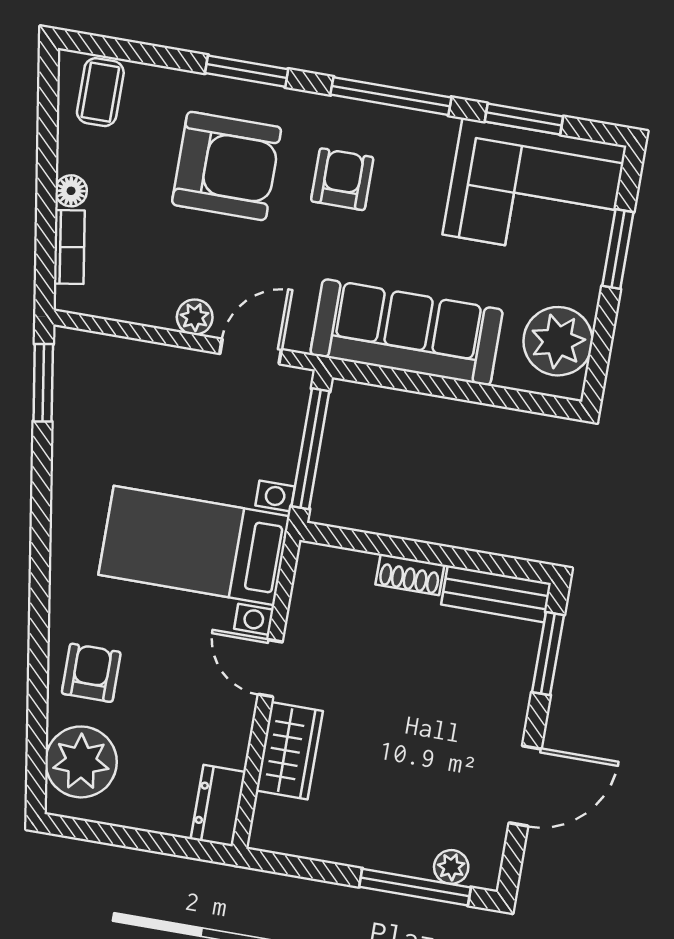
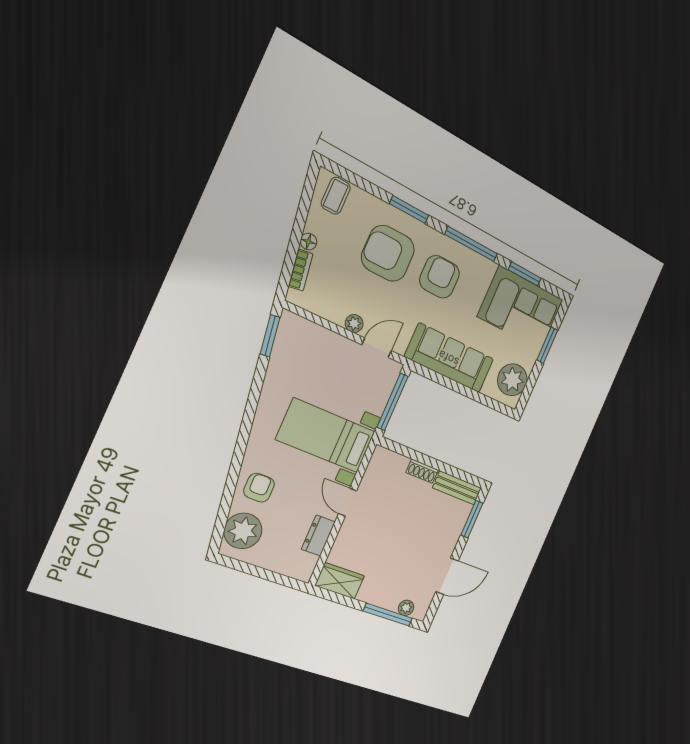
armchair: (227, 166) -> (388, 253), turned 180
armchair: (342, 179) -> (440, 277), width x1.38, depth x1.38
wardrobe: (289, 751) -> (340, 581), moved, turned -90
dresser: (218, 806) -> (318, 536), moved

